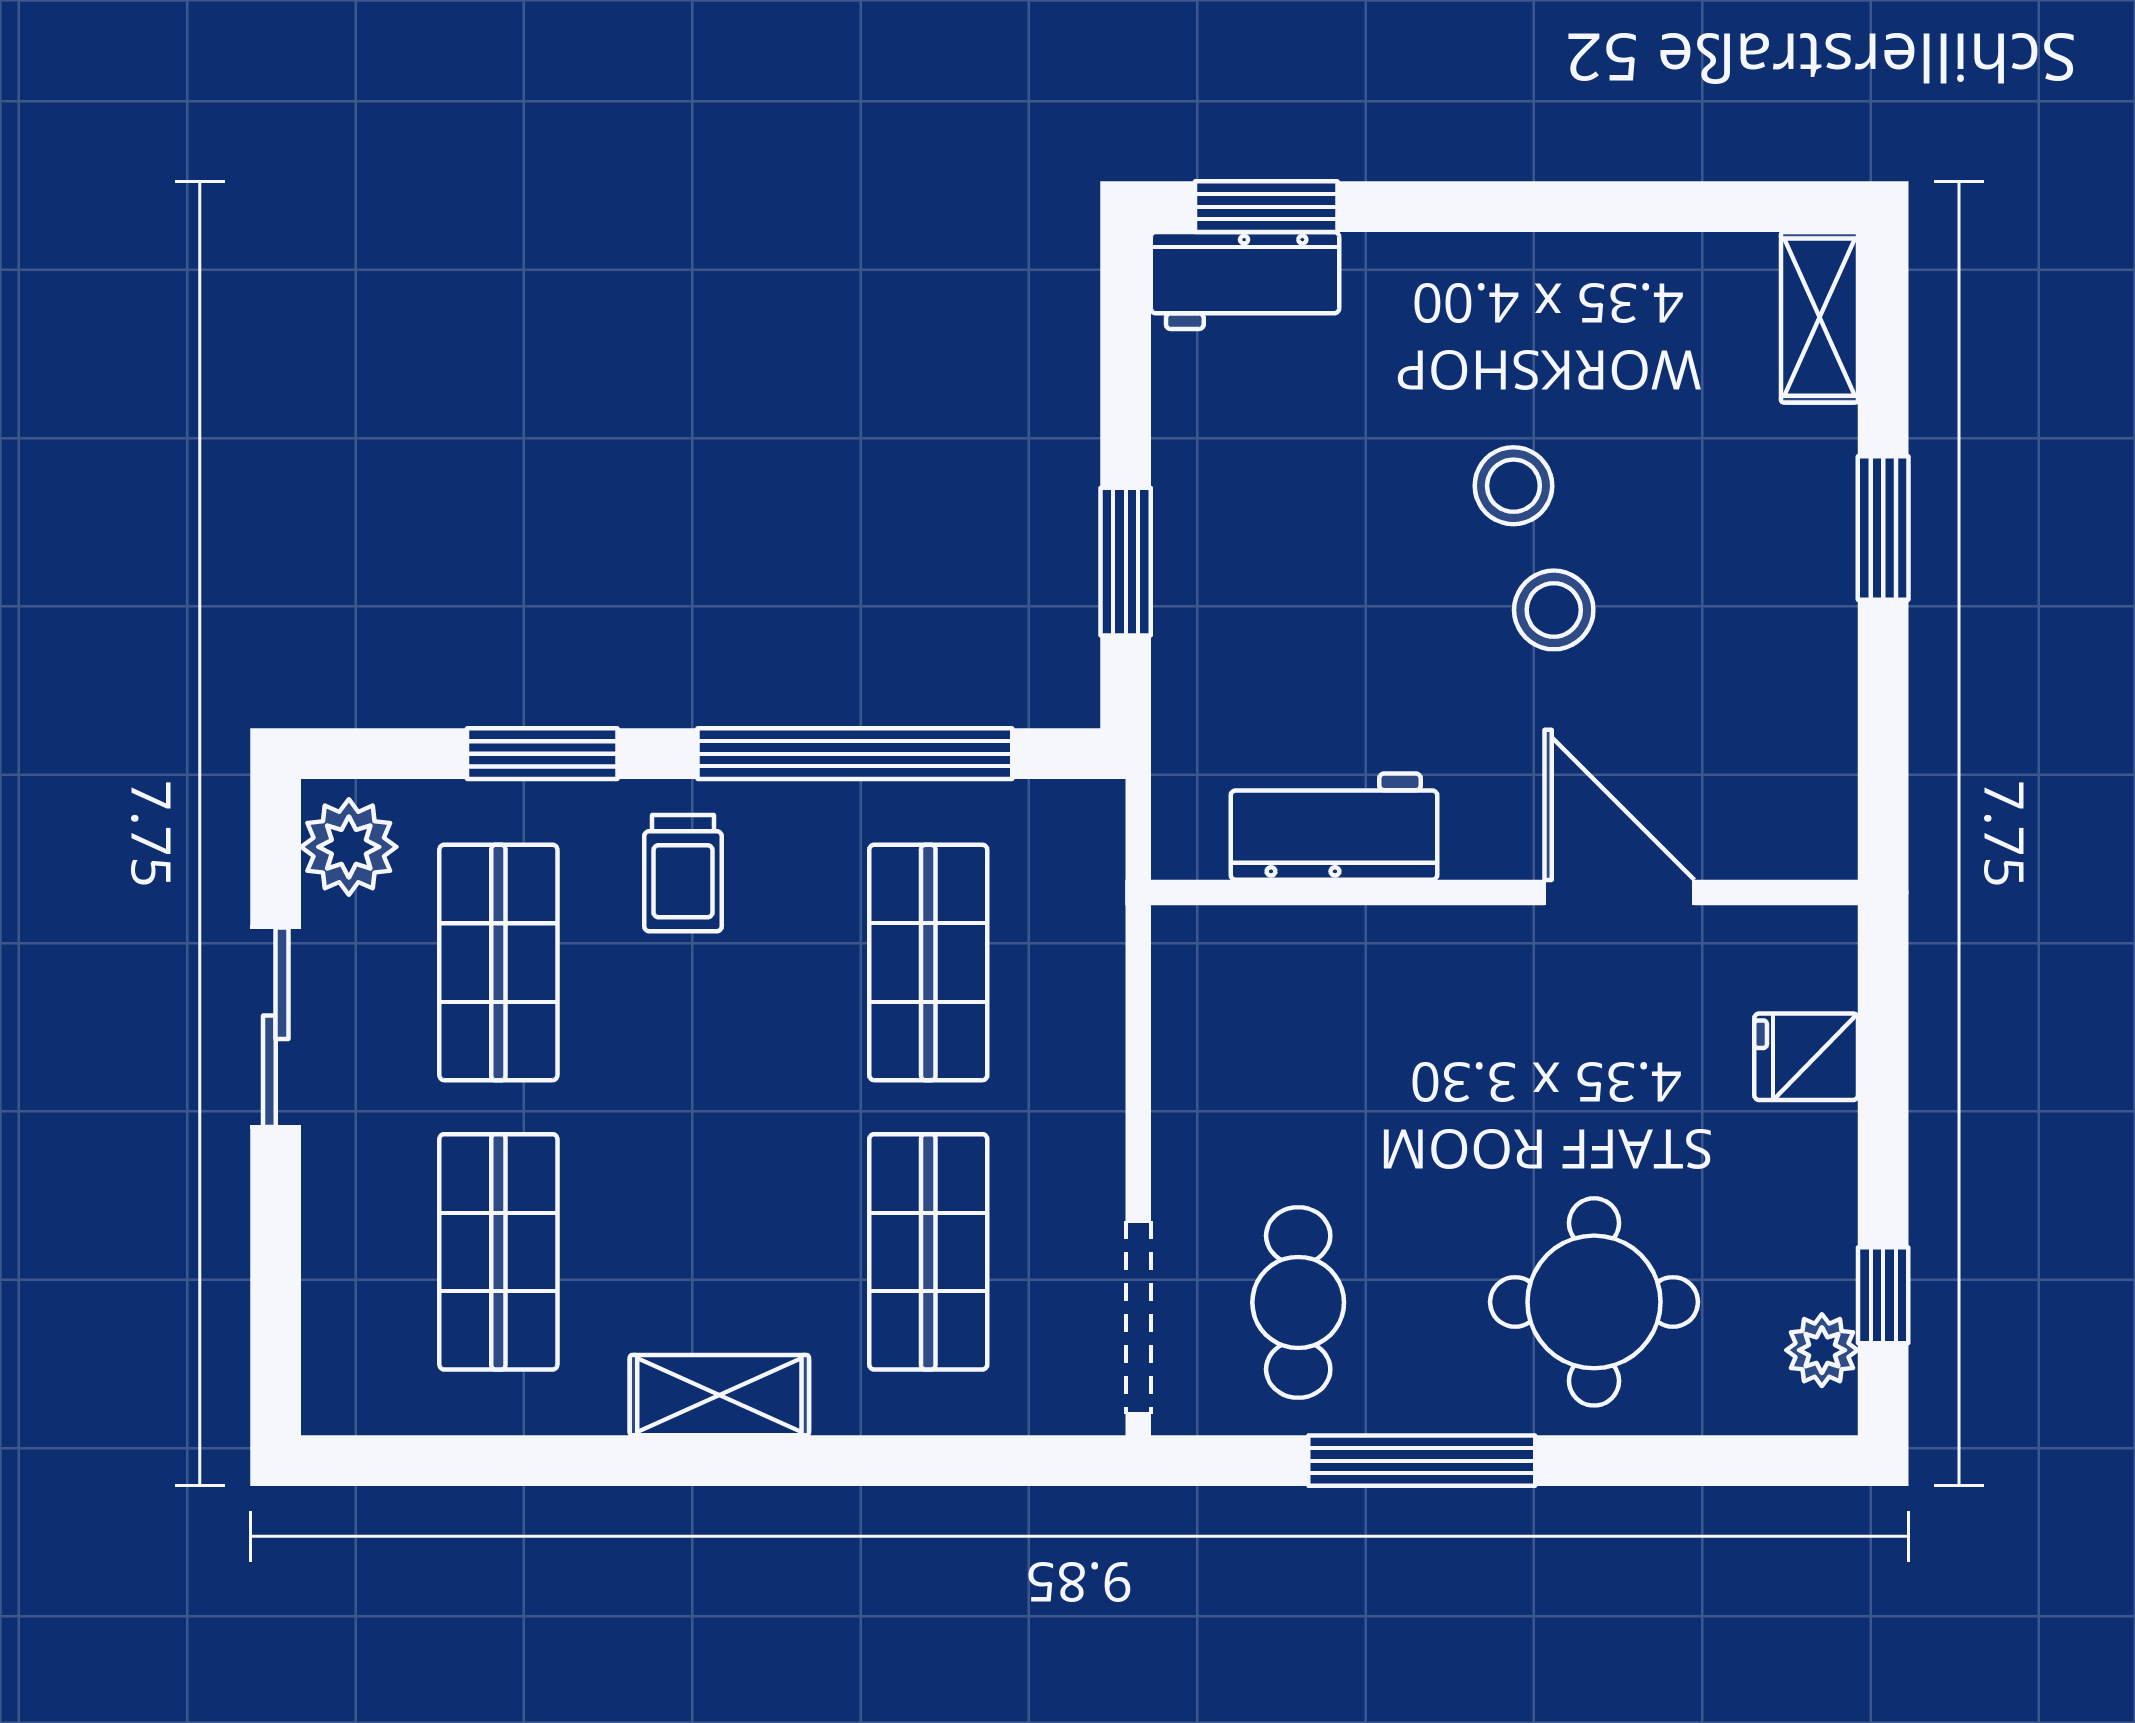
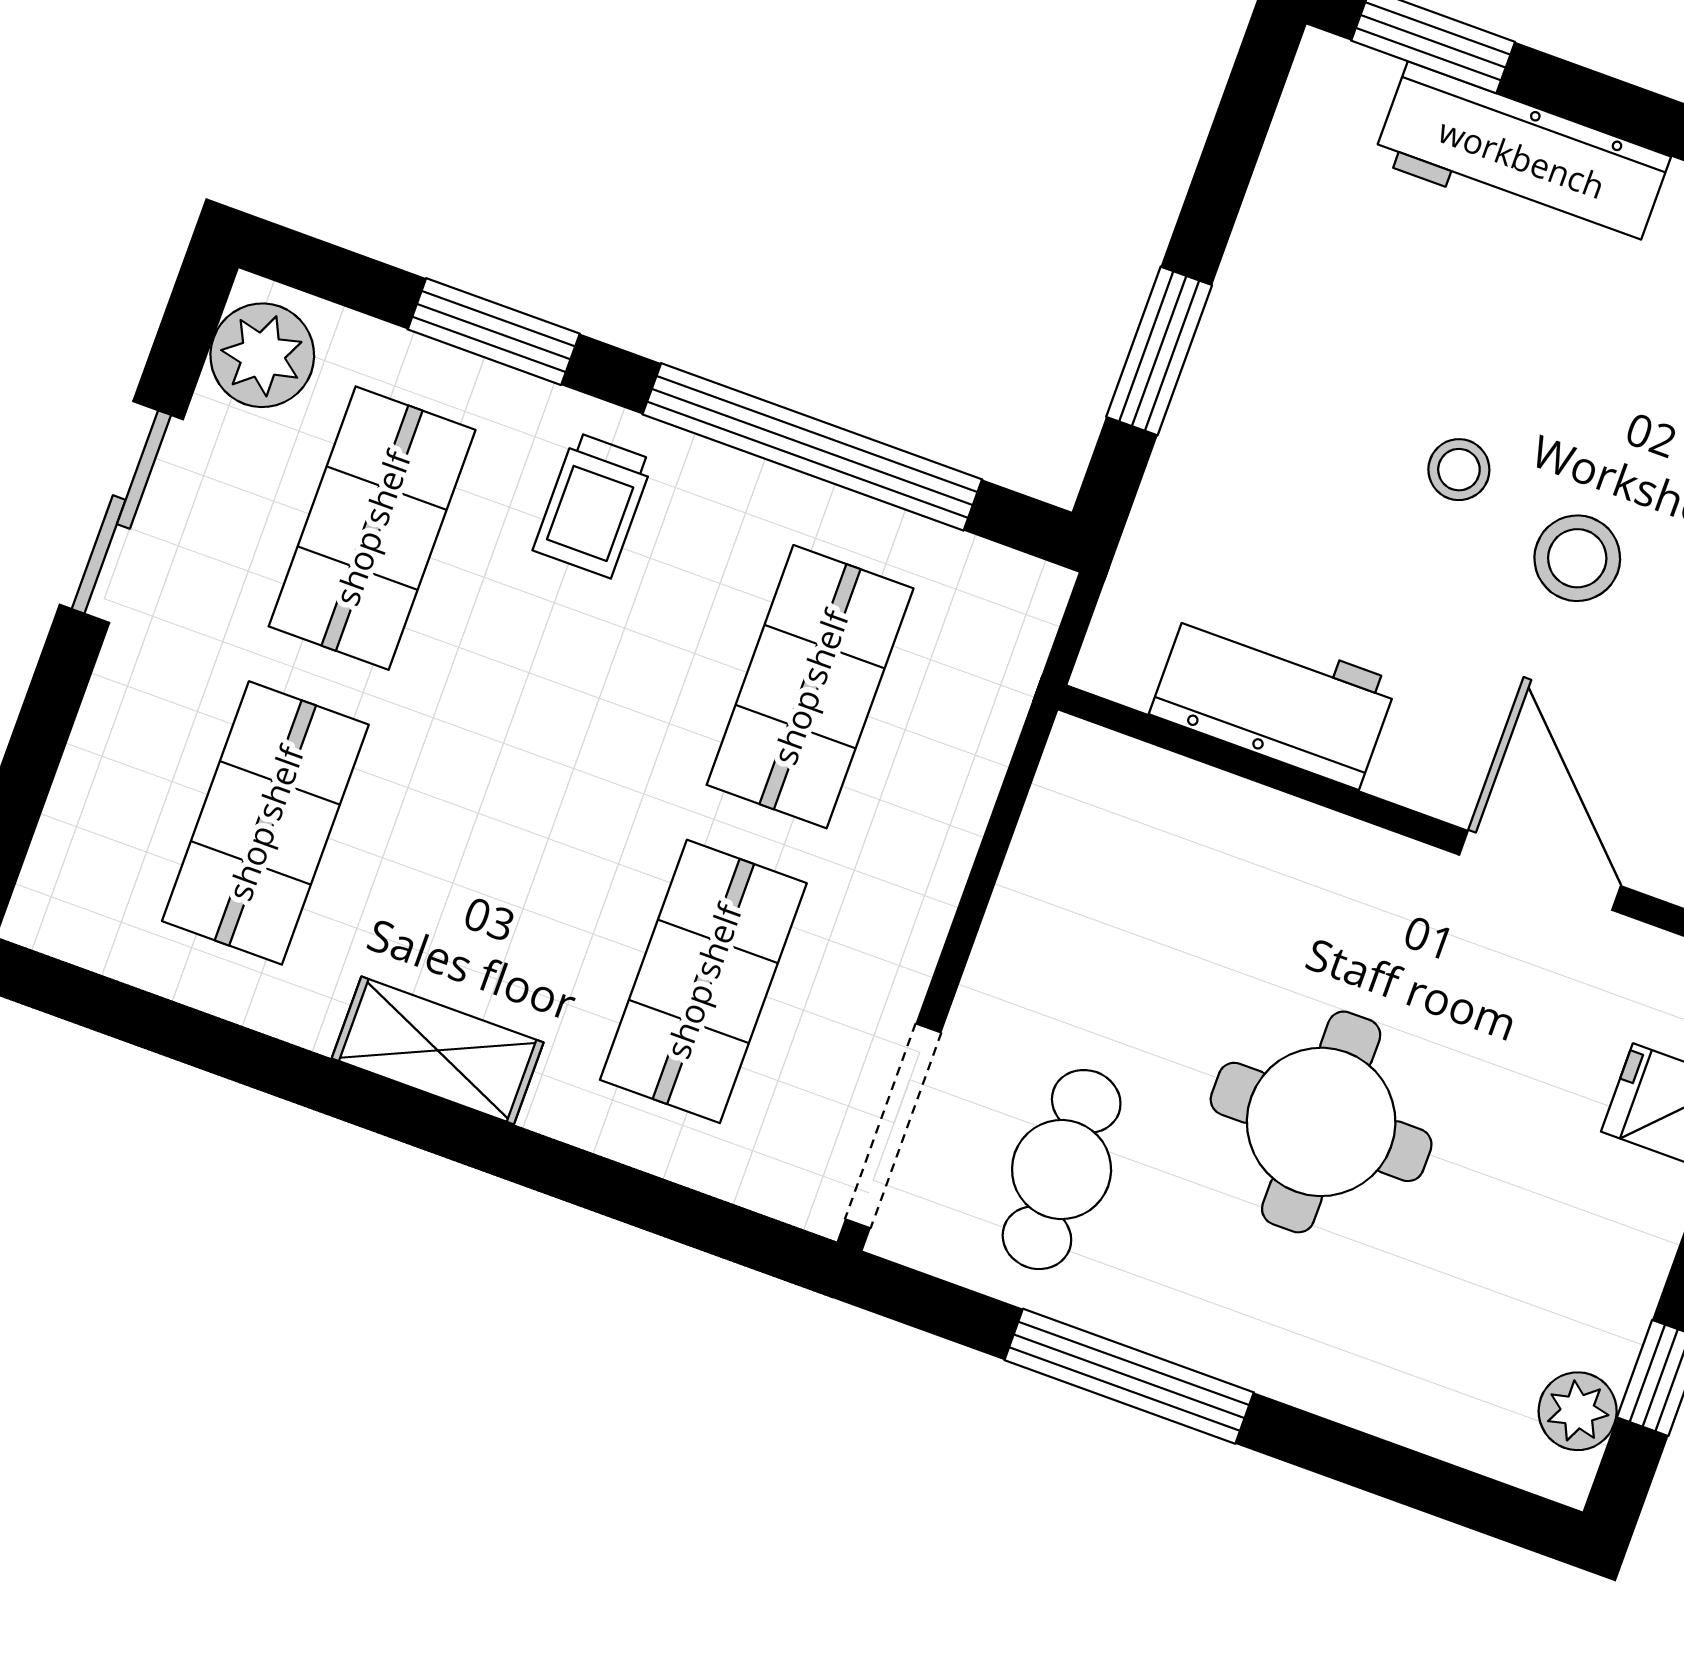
workbench: (1245, 280) -> (1522, 158), moved, width x1.38
stool: (1513, 486) -> (1459, 470), moved, width x0.73, depth x0.73
round table: (1594, 1302) -> (1321, 1122), moved

